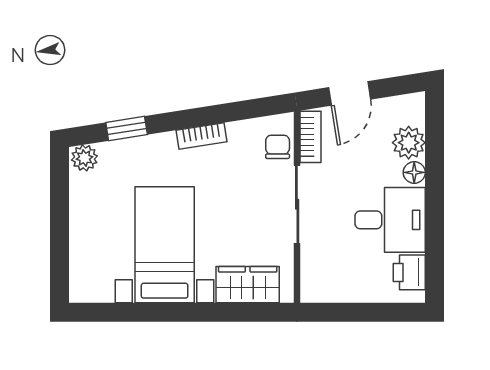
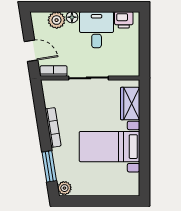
window: (127, 129) -> (49, 166), width x1.50
bookcase: (201, 136) -> (53, 127), width x1.56
chair: (278, 147) -> (59, 88), removed

